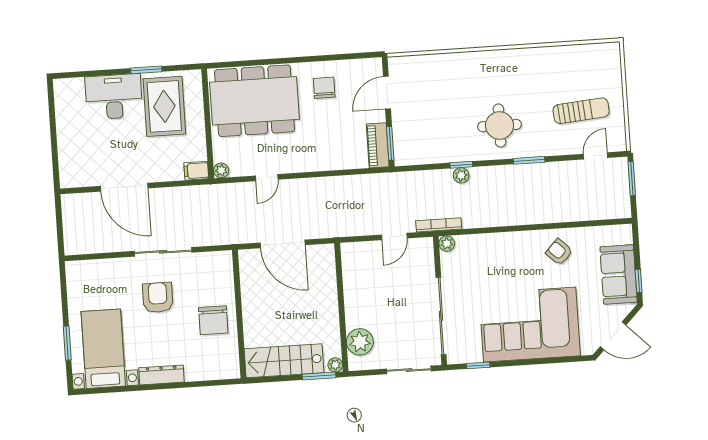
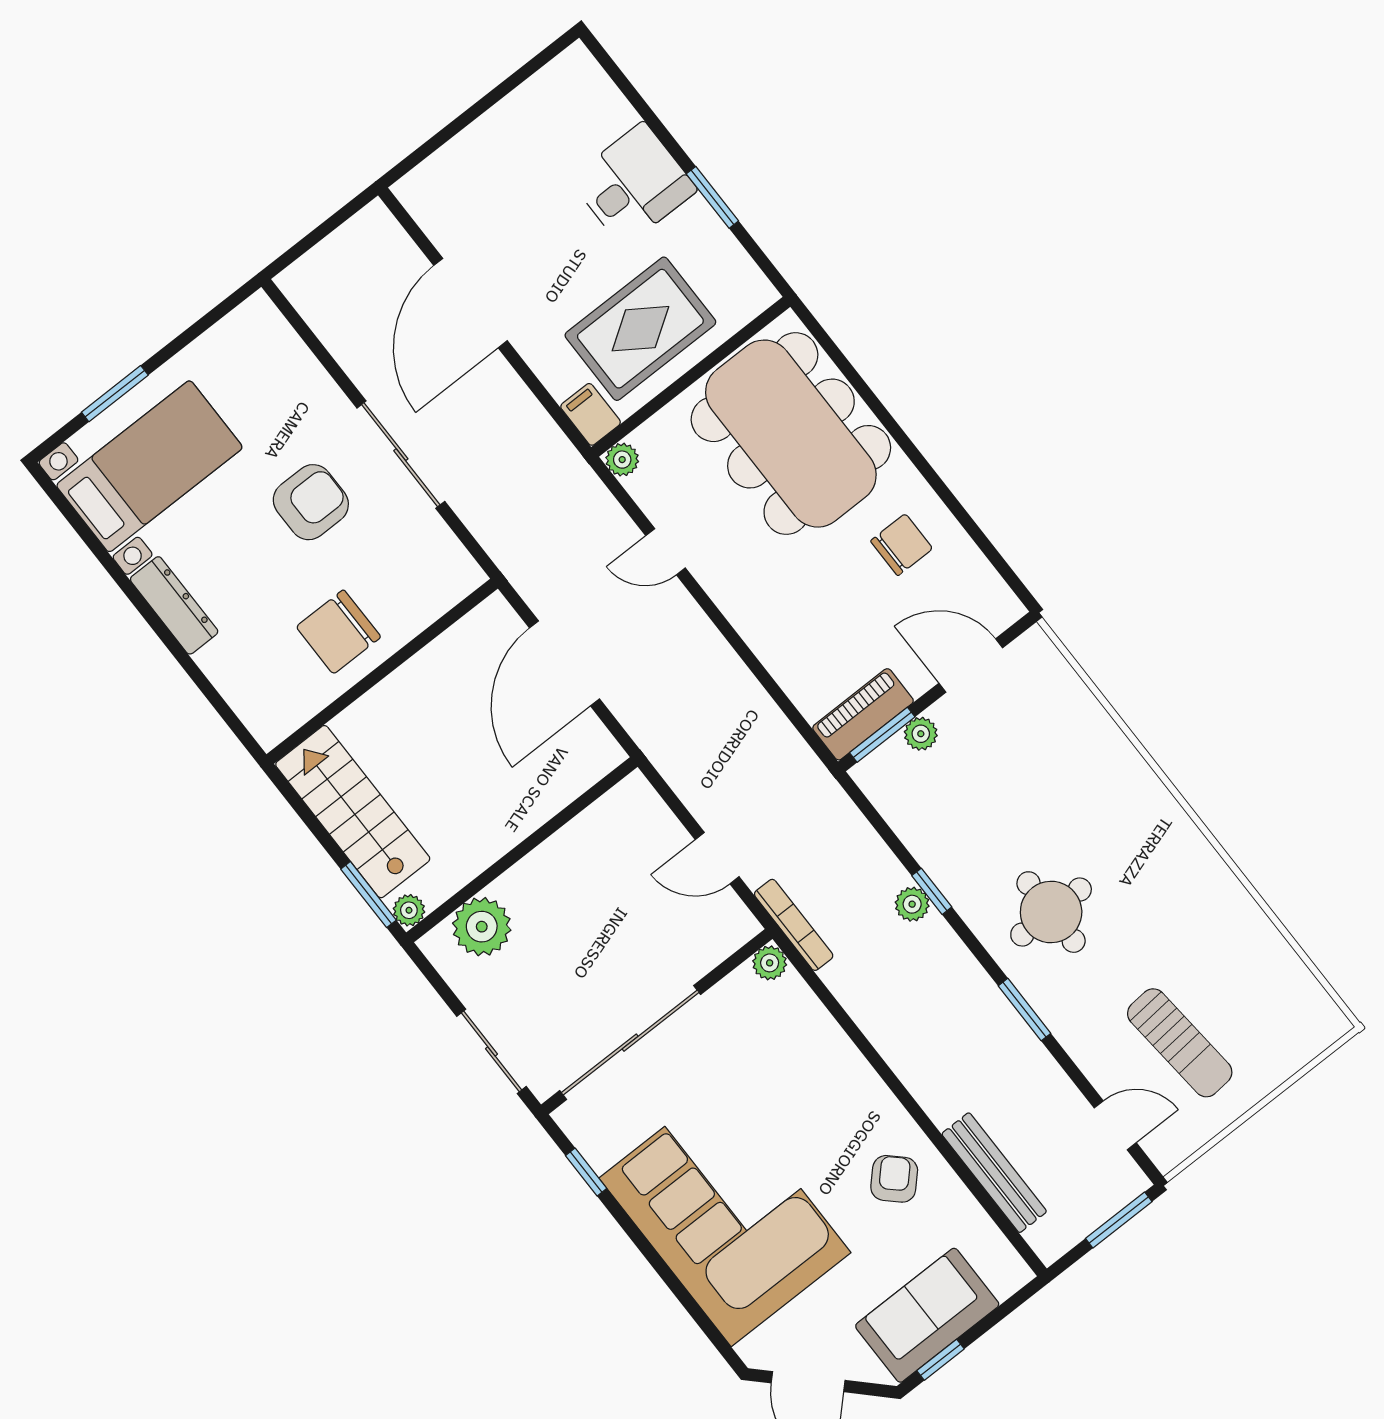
desk: (114, 97) -> (633, 185), width x0.73
rug: (164, 106) -> (640, 329), moved
plant: (400, 129) -> (921, 734), added
bench: (582, 213) -> (994, 1173), added

